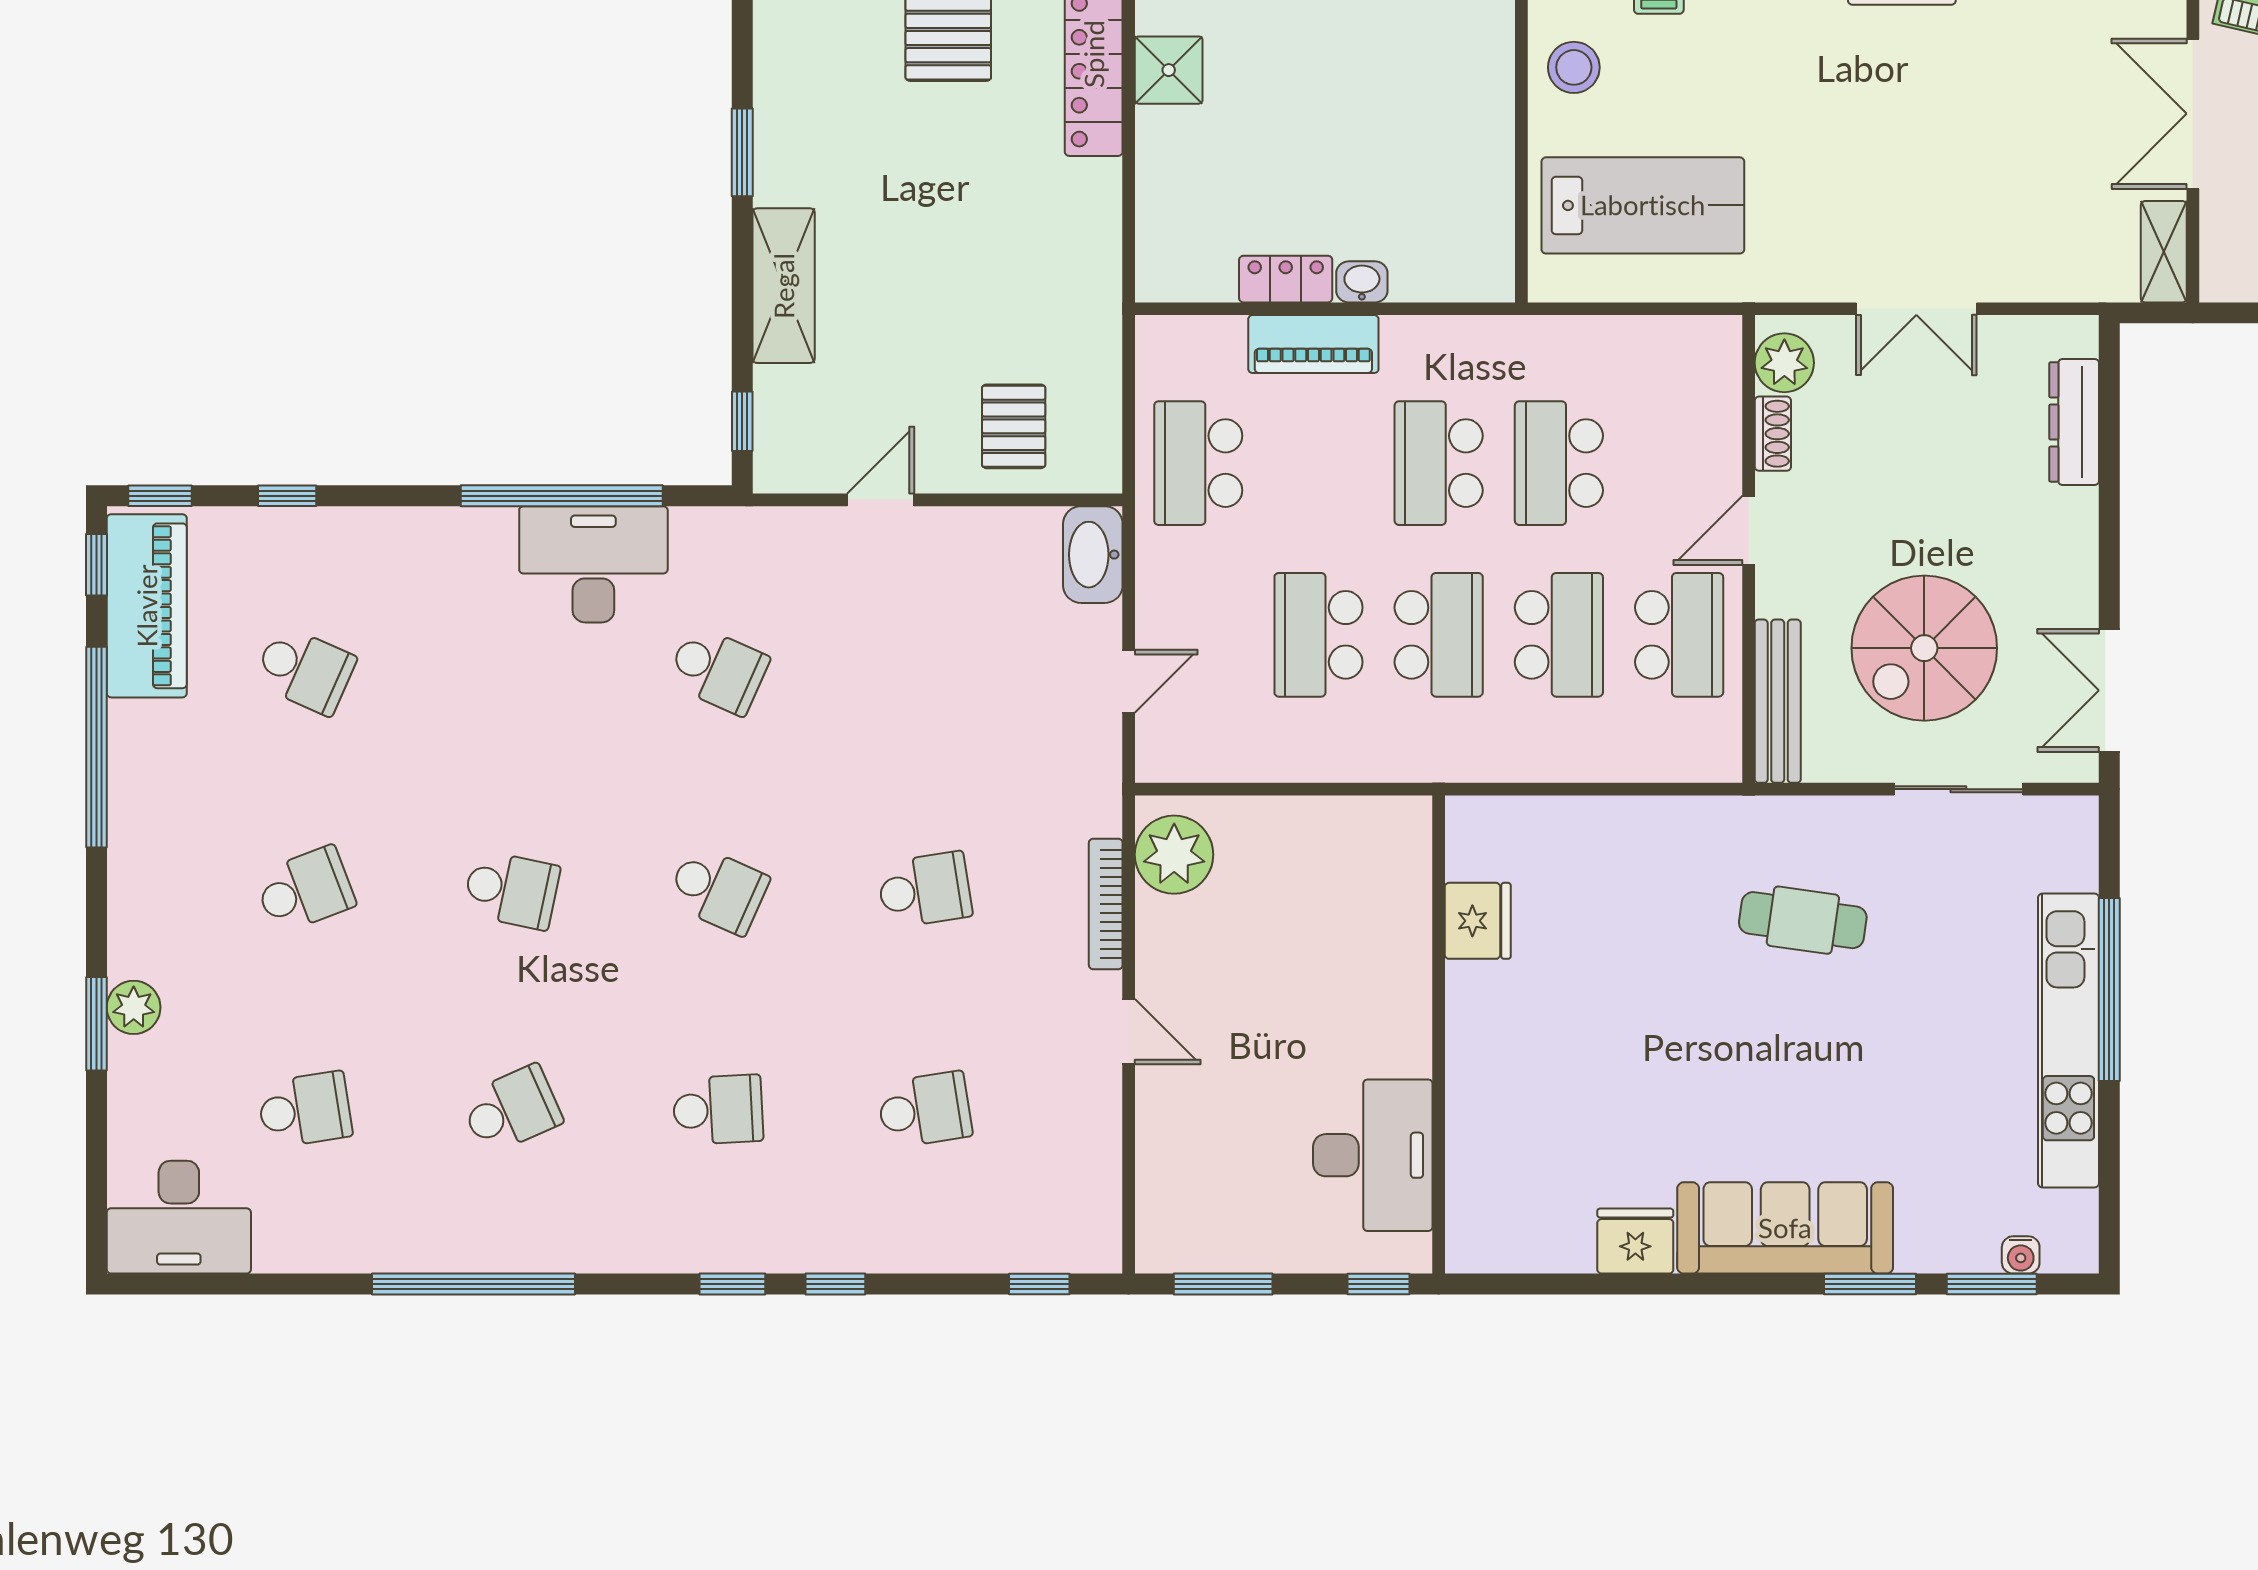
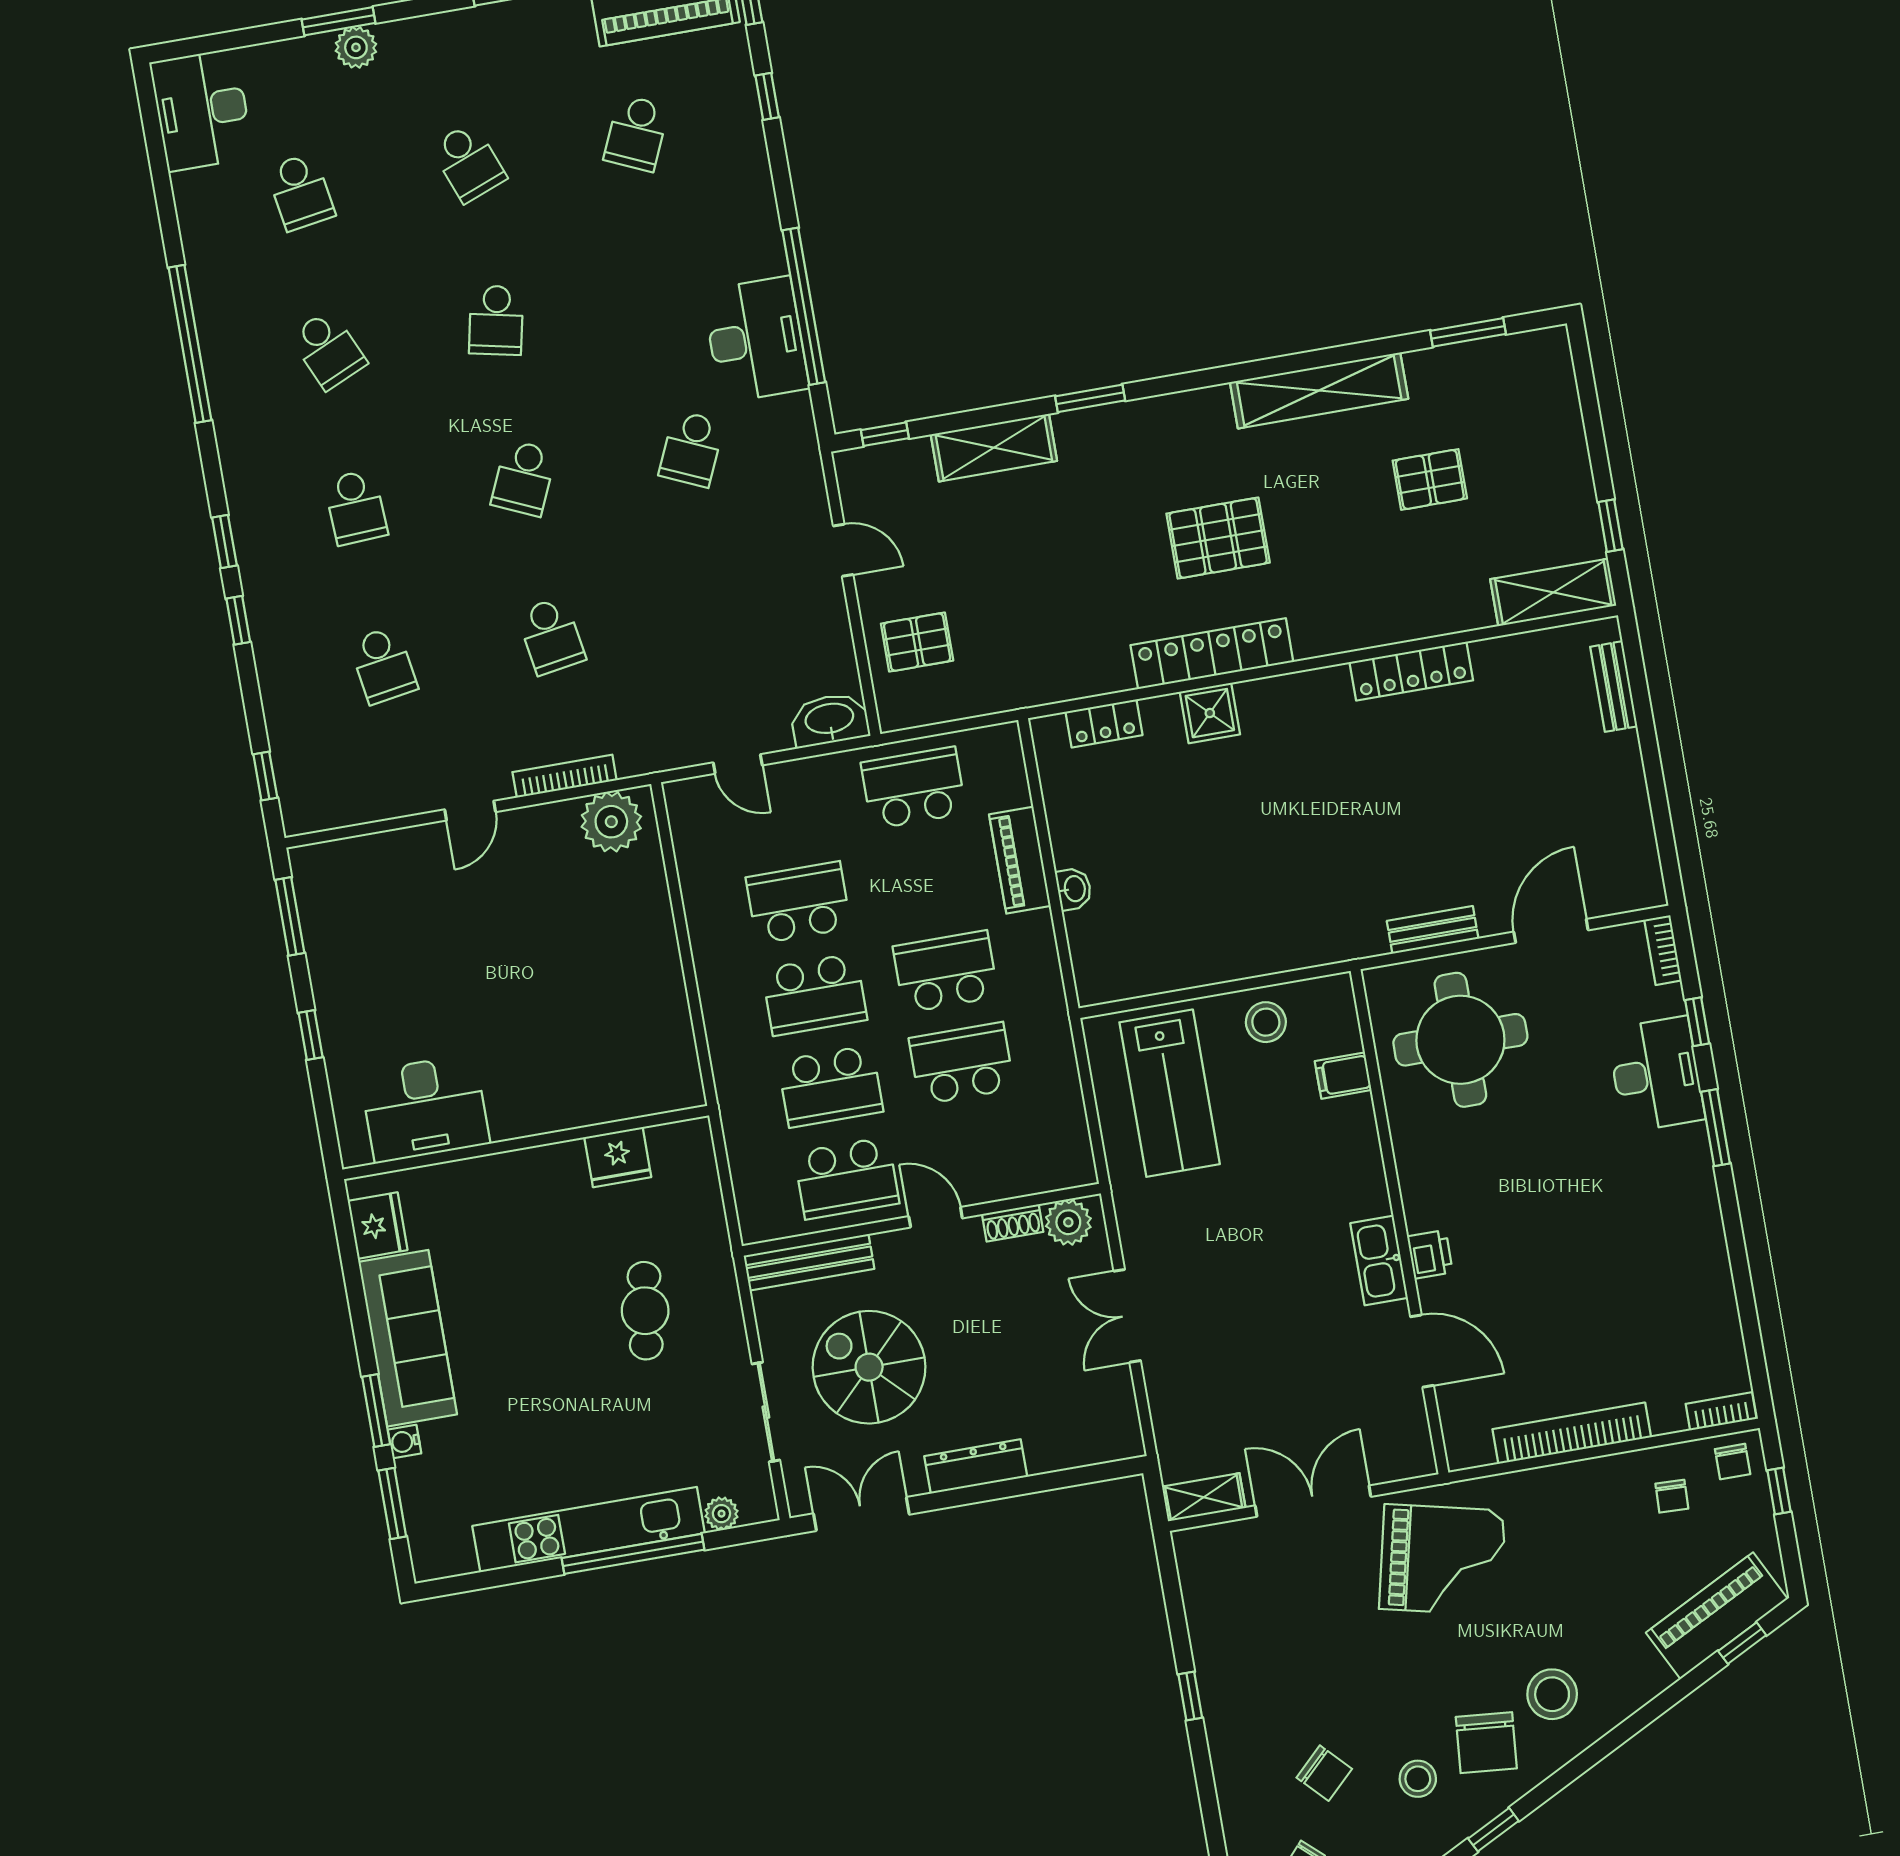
locker: (1286, 279) -> (1104, 723), moved, turned 90
dresser: (2074, 422) -> (976, 1466), moved
plant: (2078, 868) -> (721, 1514), added
fridge: (1478, 921) -> (618, 1157), moved
wall: (1439, 1035) -> (526, 1142), moved
desk: (1373, 1155) -> (425, 1108), moved
water cooler: (2021, 1255) -> (404, 1442), moved

